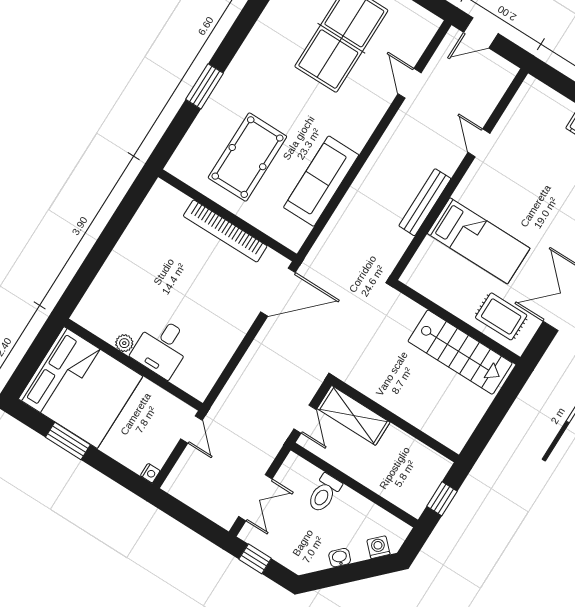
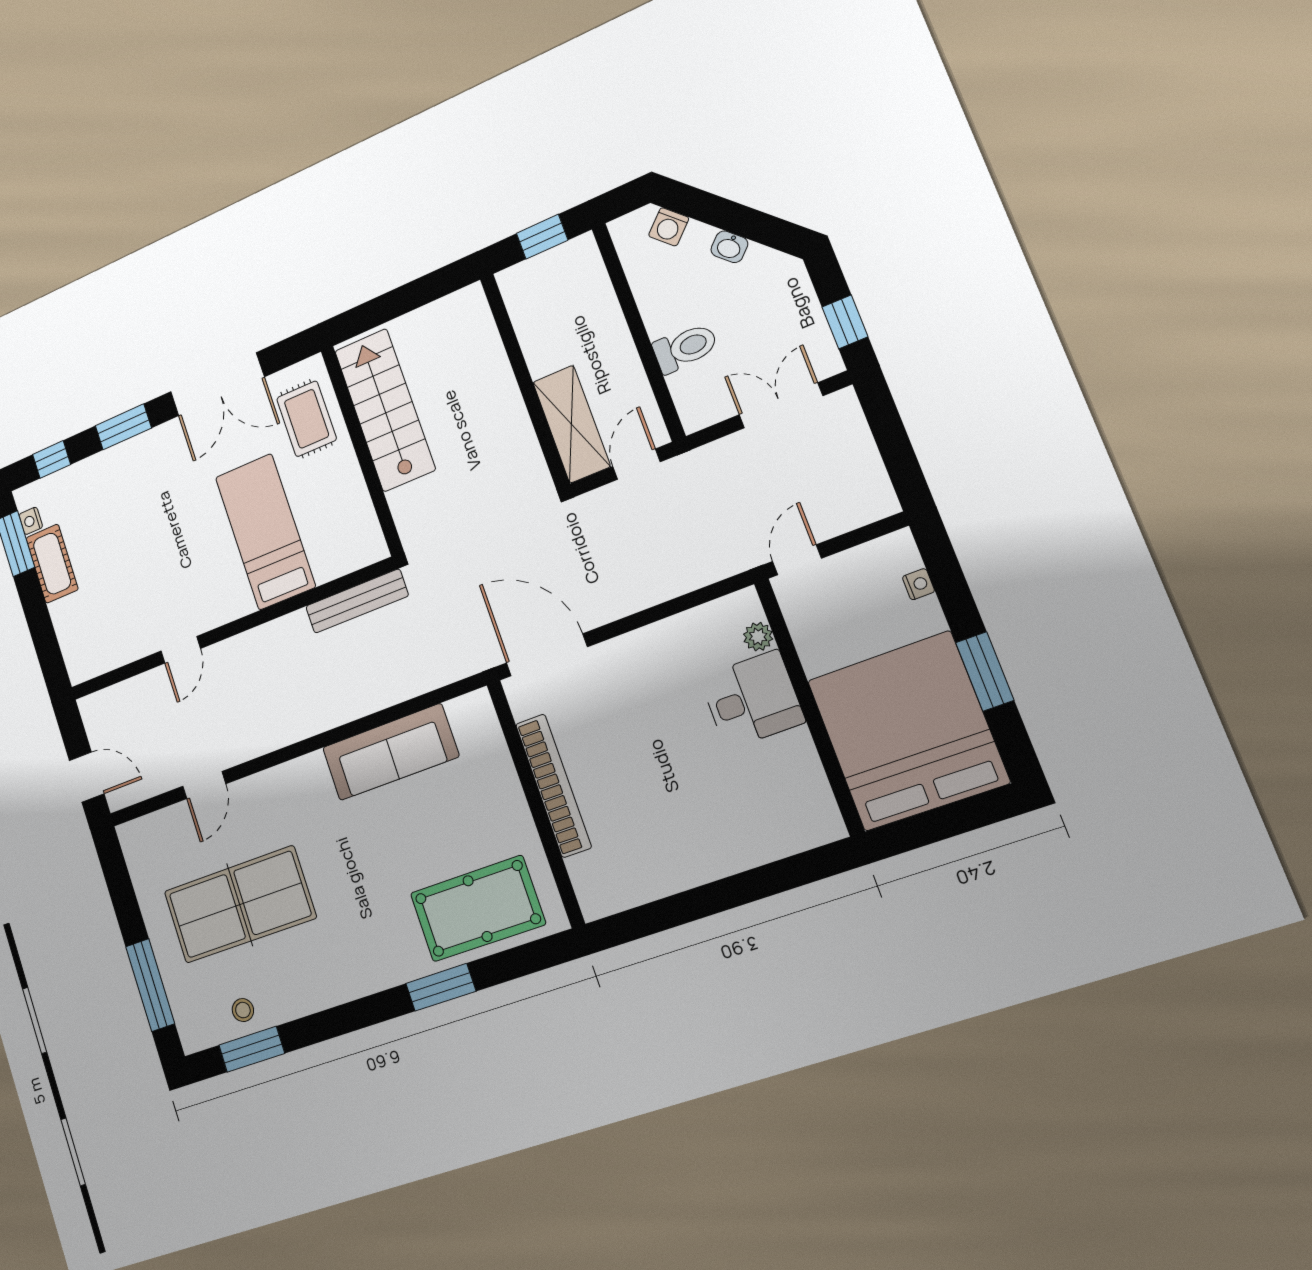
pool table: (247, 157) -> (478, 909), moved
bench: (425, 202) -> (357, 601), moved
plant: (124, 343) -> (758, 637), moved
nightstand: (150, 473) -> (918, 584), moved, turned 90

